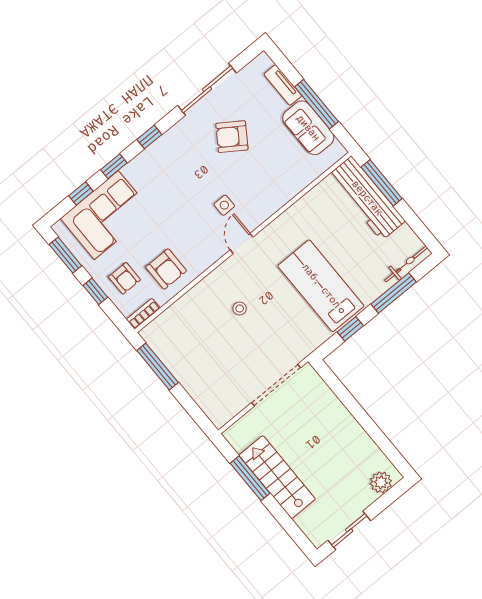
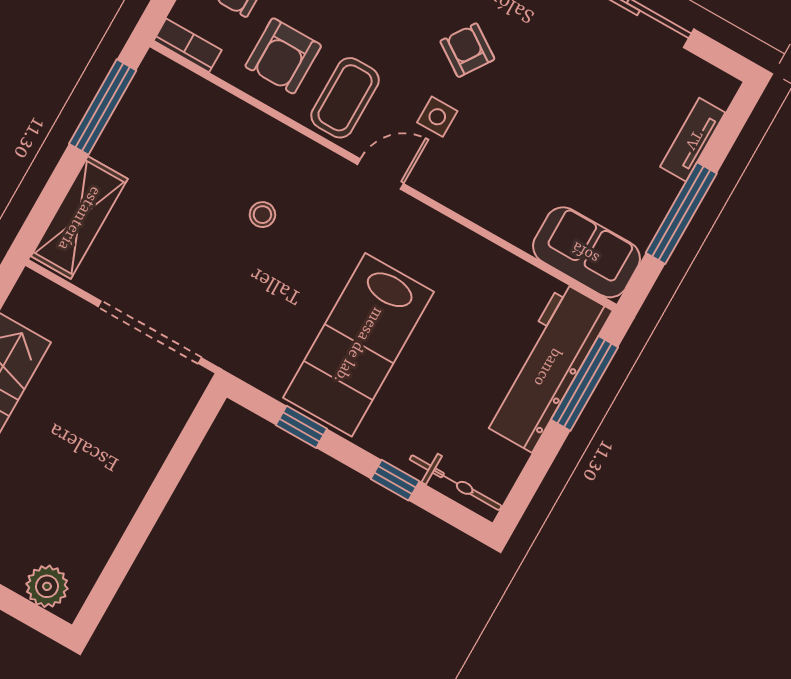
sofa: (308, 128) -> (586, 252), moved, turned 90
armchair: (232, 137) -> (467, 50), moved, width x0.72, depth x0.72
coffee table: (198, 247) -> (345, 98), added
lab bench: (321, 286) -> (358, 345), turned 180
window: (394, 293) -> (395, 480), width x0.46
shelving: (207, 398) -> (79, 218), added

